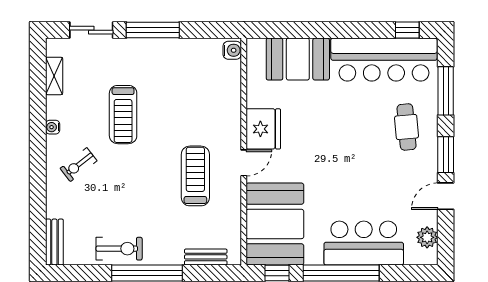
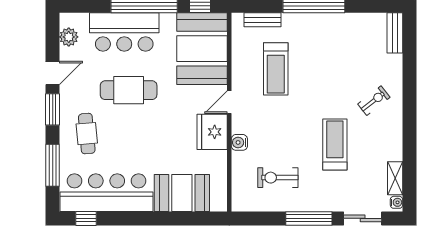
water cooler: (232, 50) -> (239, 142), moved
water cooler: (53, 127) -> (396, 202), moved
treadmill: (195, 176) -> (276, 69), moved
cafe table: (359, 177) -> (129, 90), added
exercise bike: (119, 249) -> (278, 178), moved

